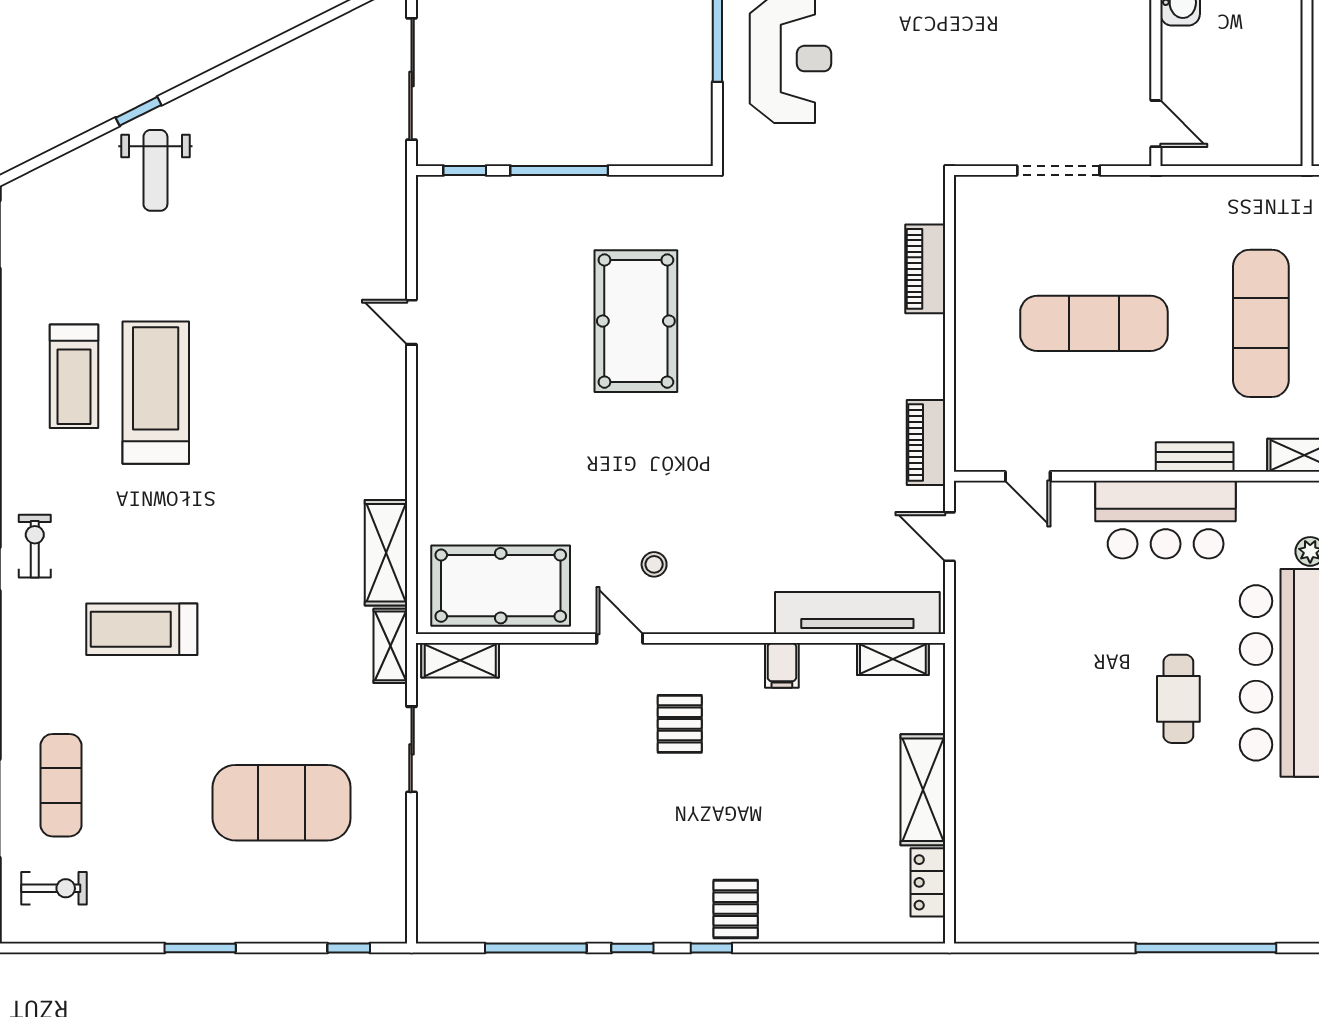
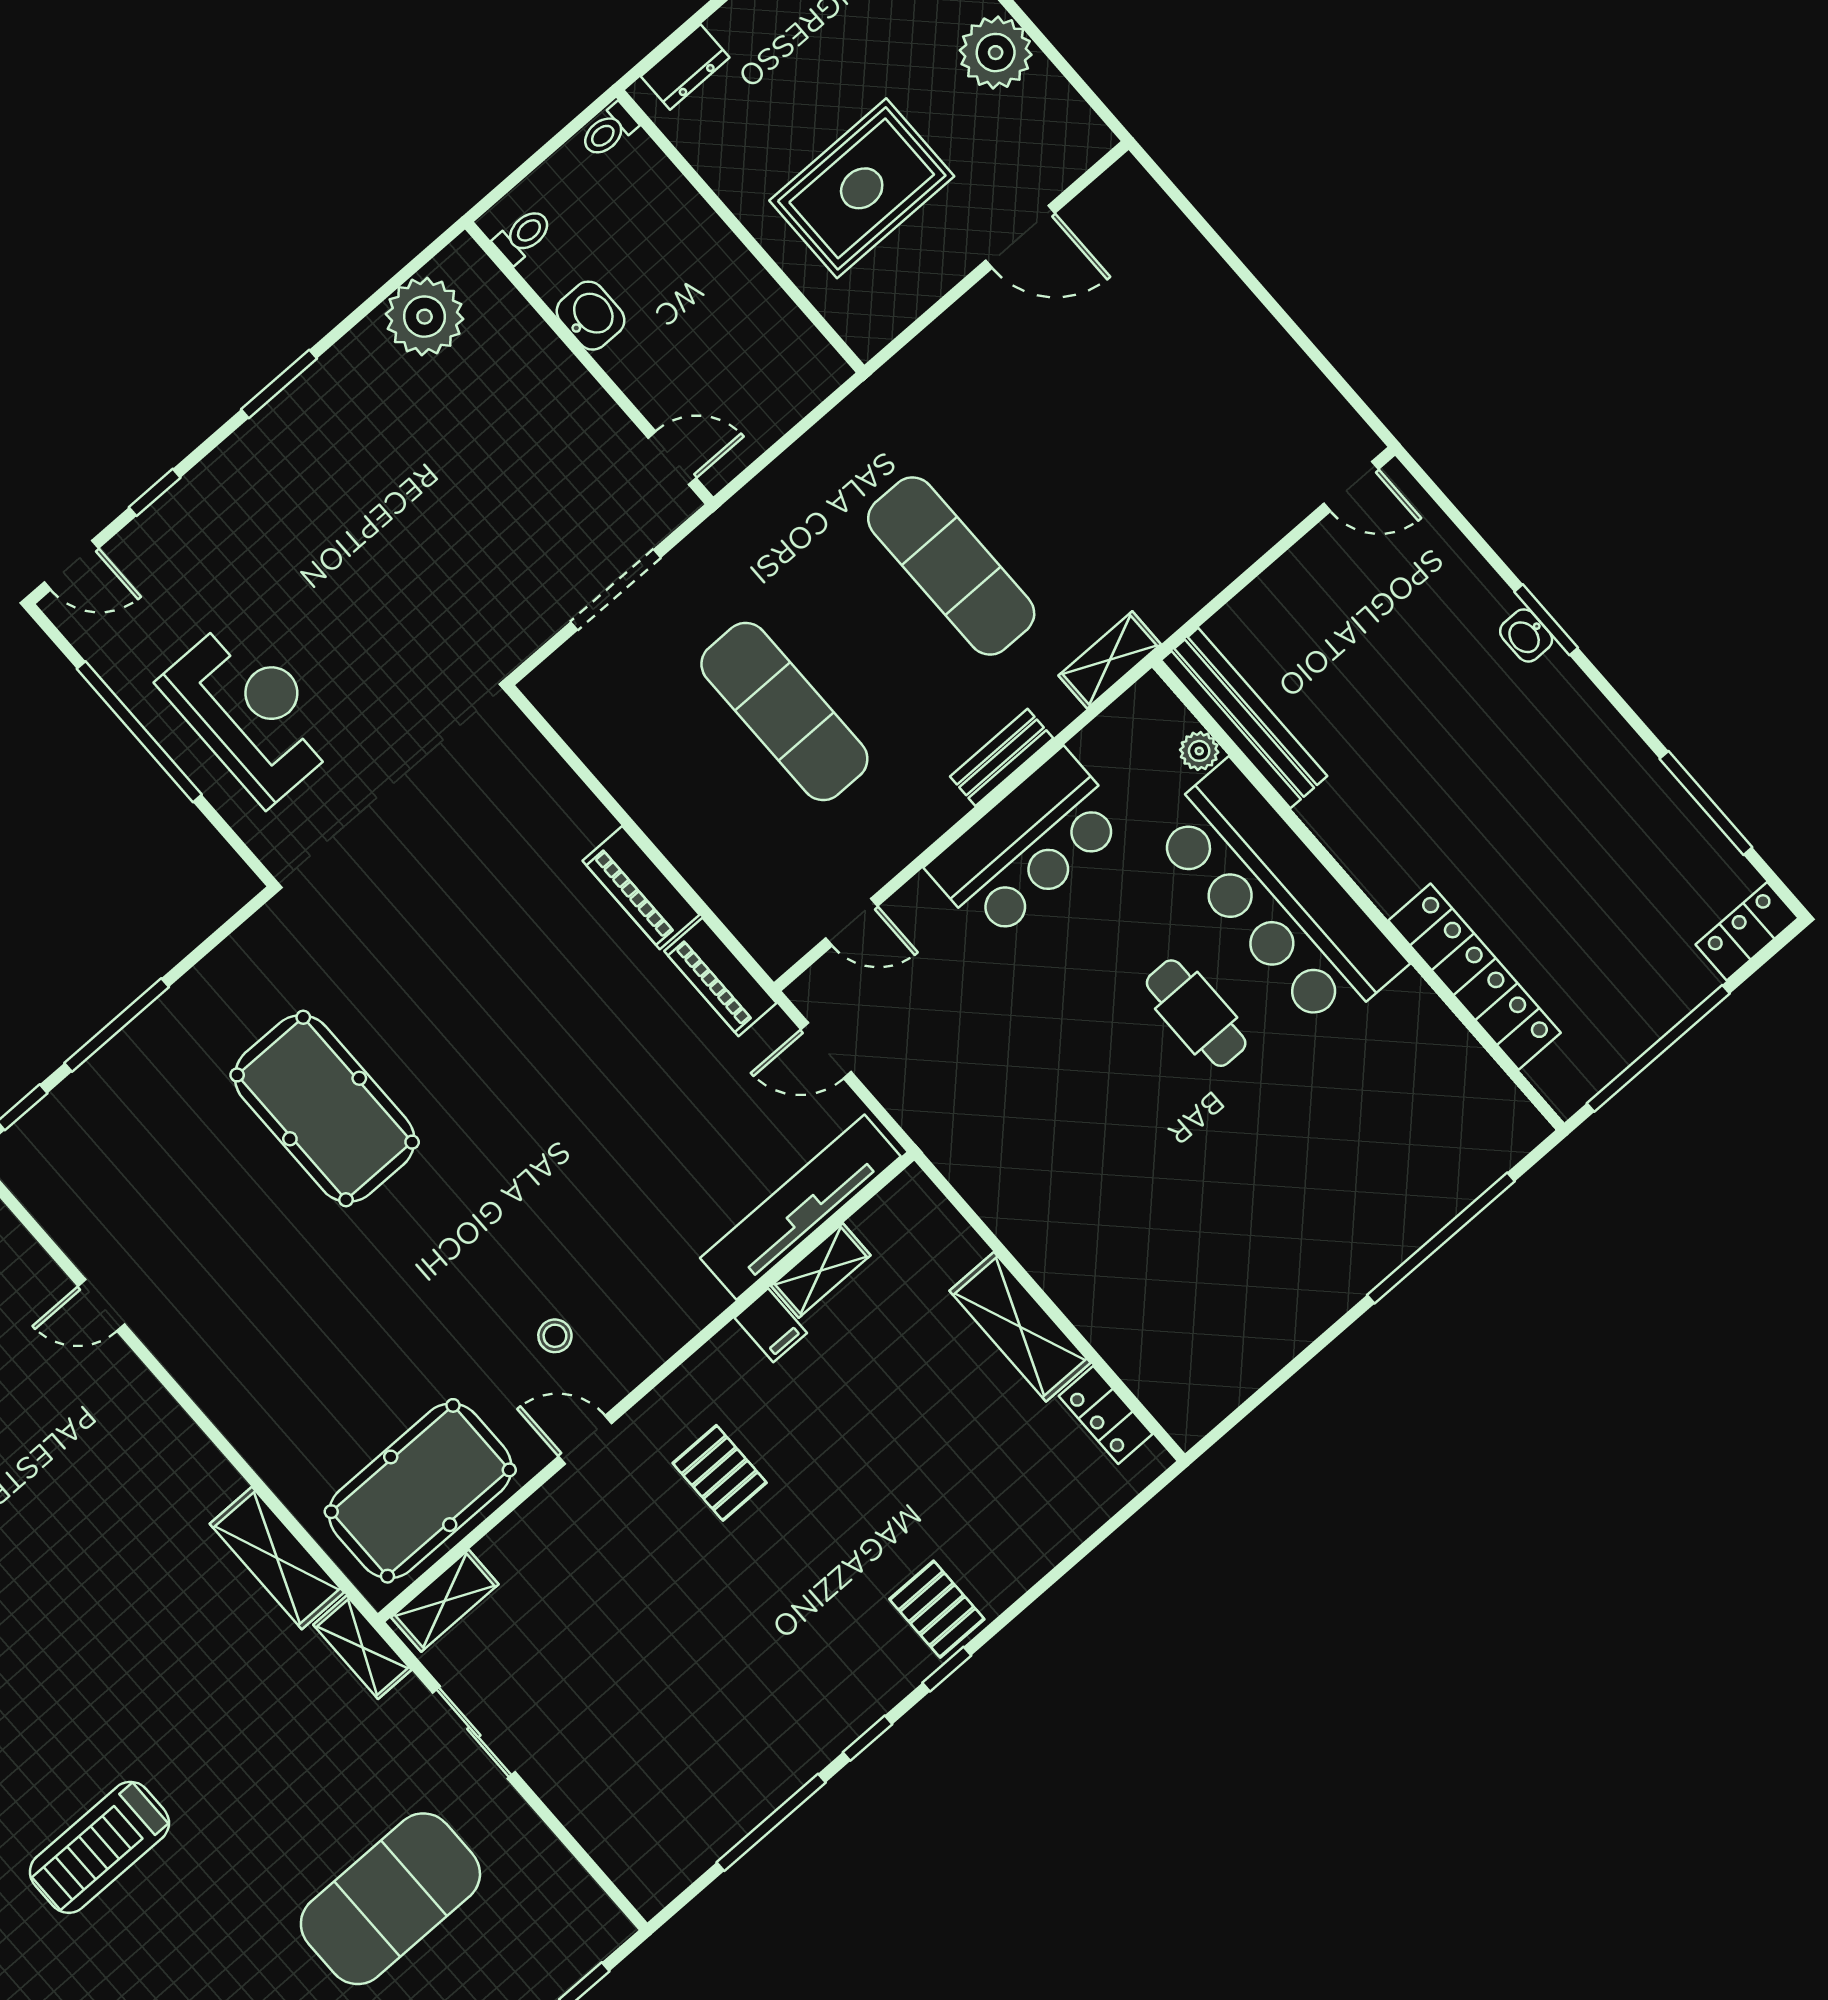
piano: (925, 269) -> (641, 888), moved
exercise mat: (1094, 323) -> (784, 712), turned 90
shelving: (893, 659) -> (821, 1270), moved

